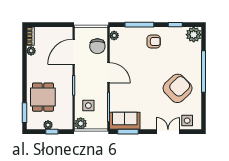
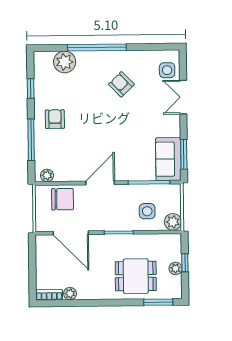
plant: (194, 35) -> (65, 62), moved
armchair: (178, 88) -> (121, 84), width x0.53, depth x0.53

